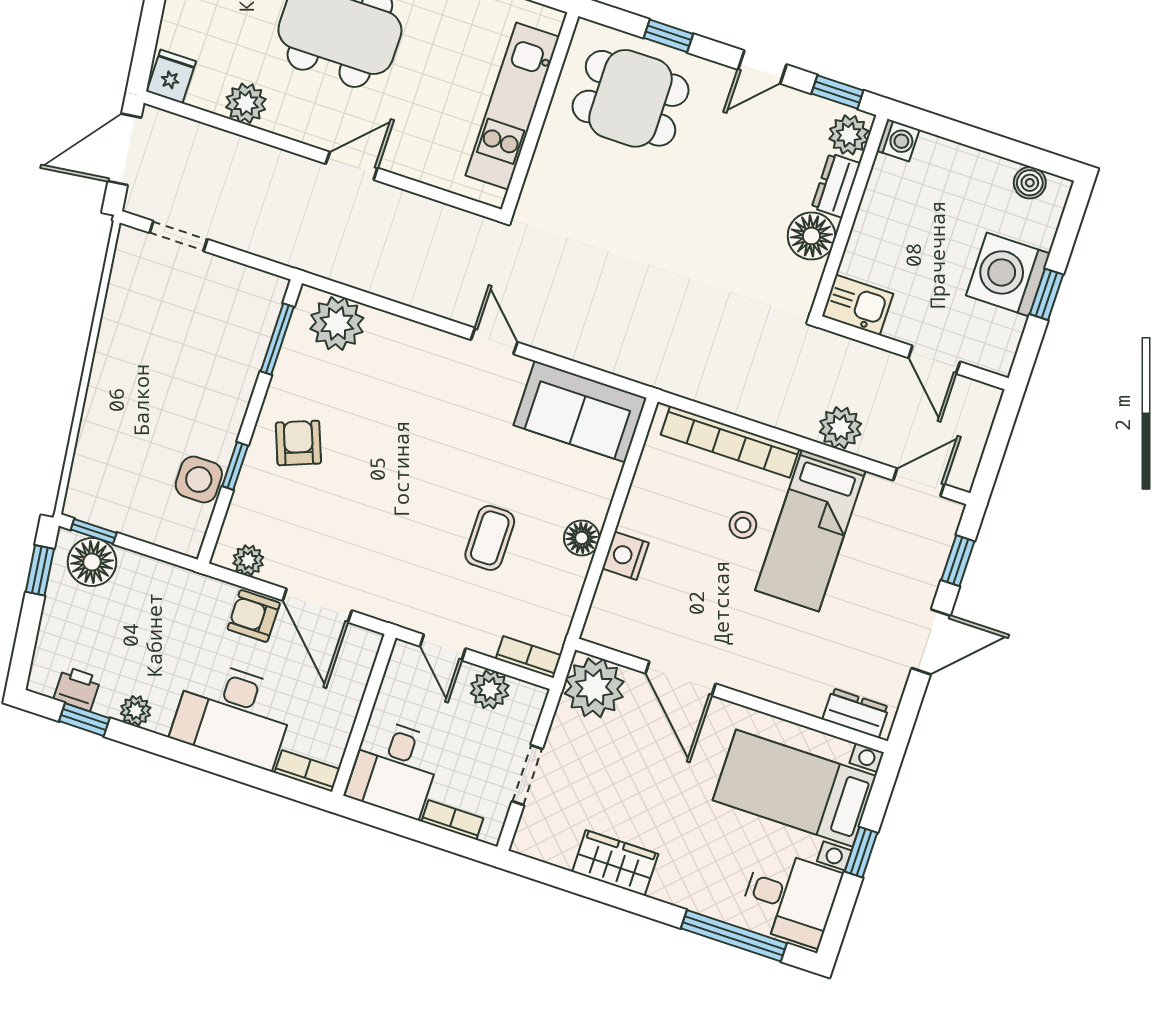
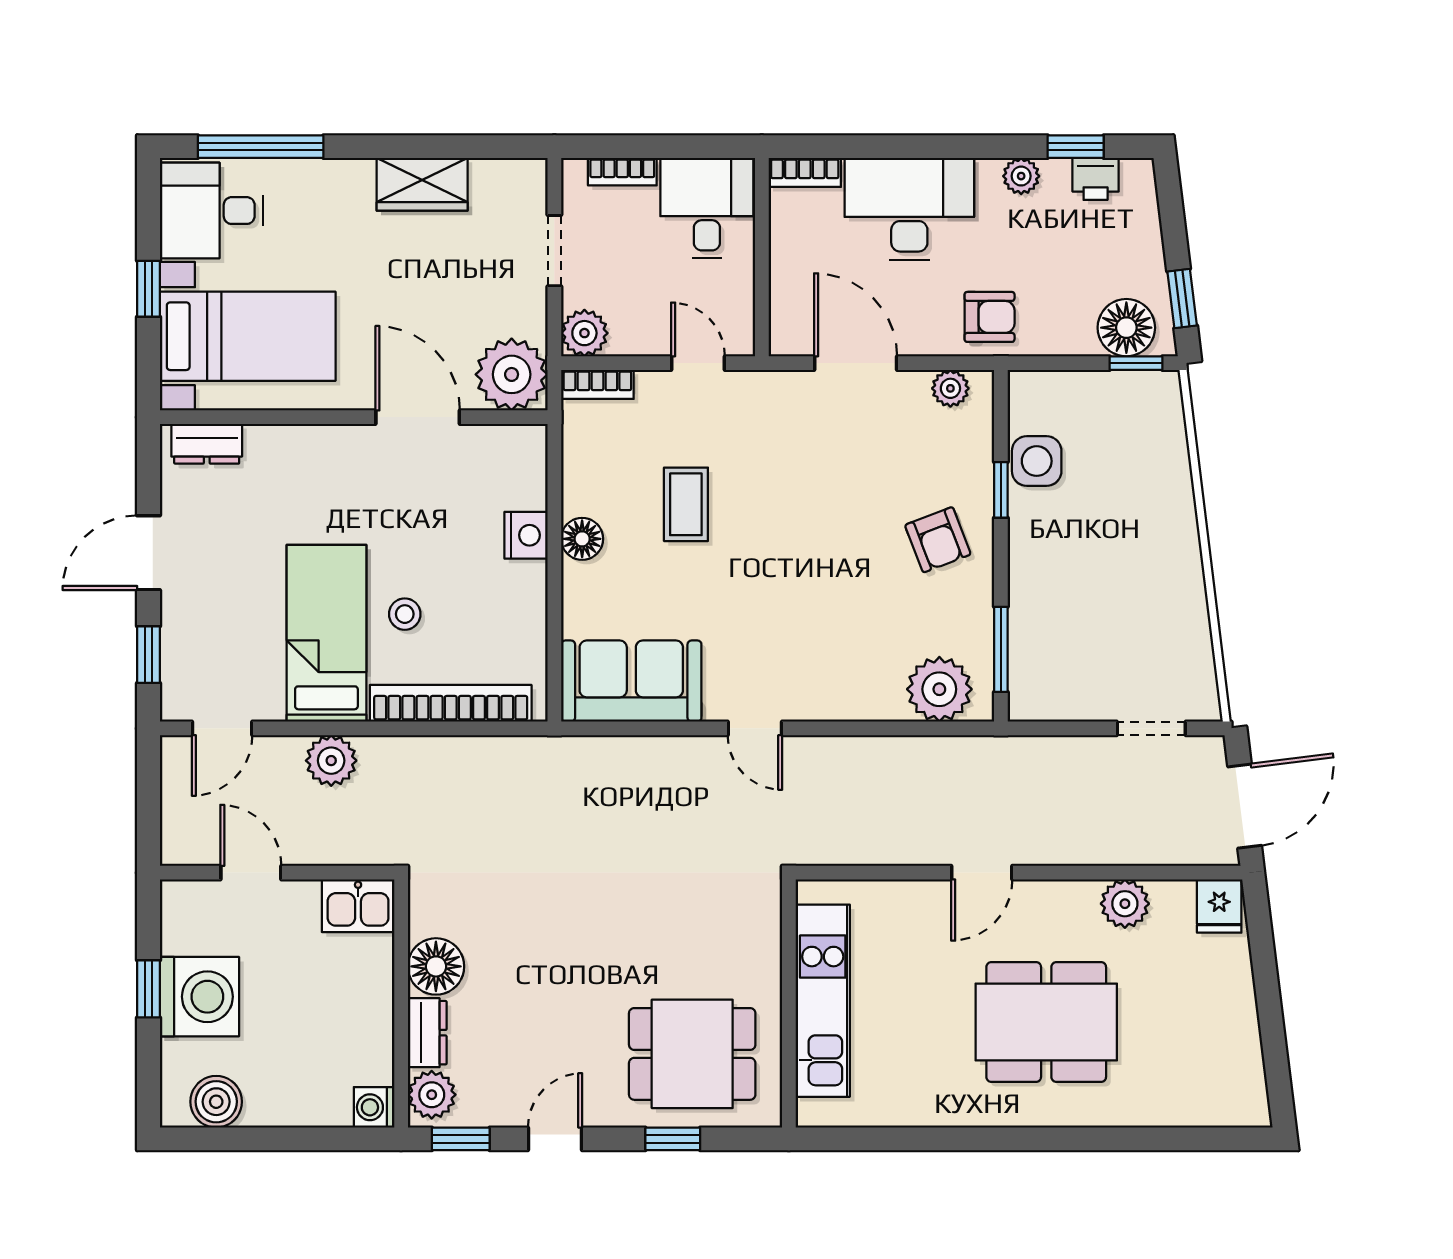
boiler: (1030, 183) -> (216, 1102), width x1.36, depth x1.36
armchair: (254, 616) -> (990, 317), moved
plant: (490, 690) -> (584, 333), moved

